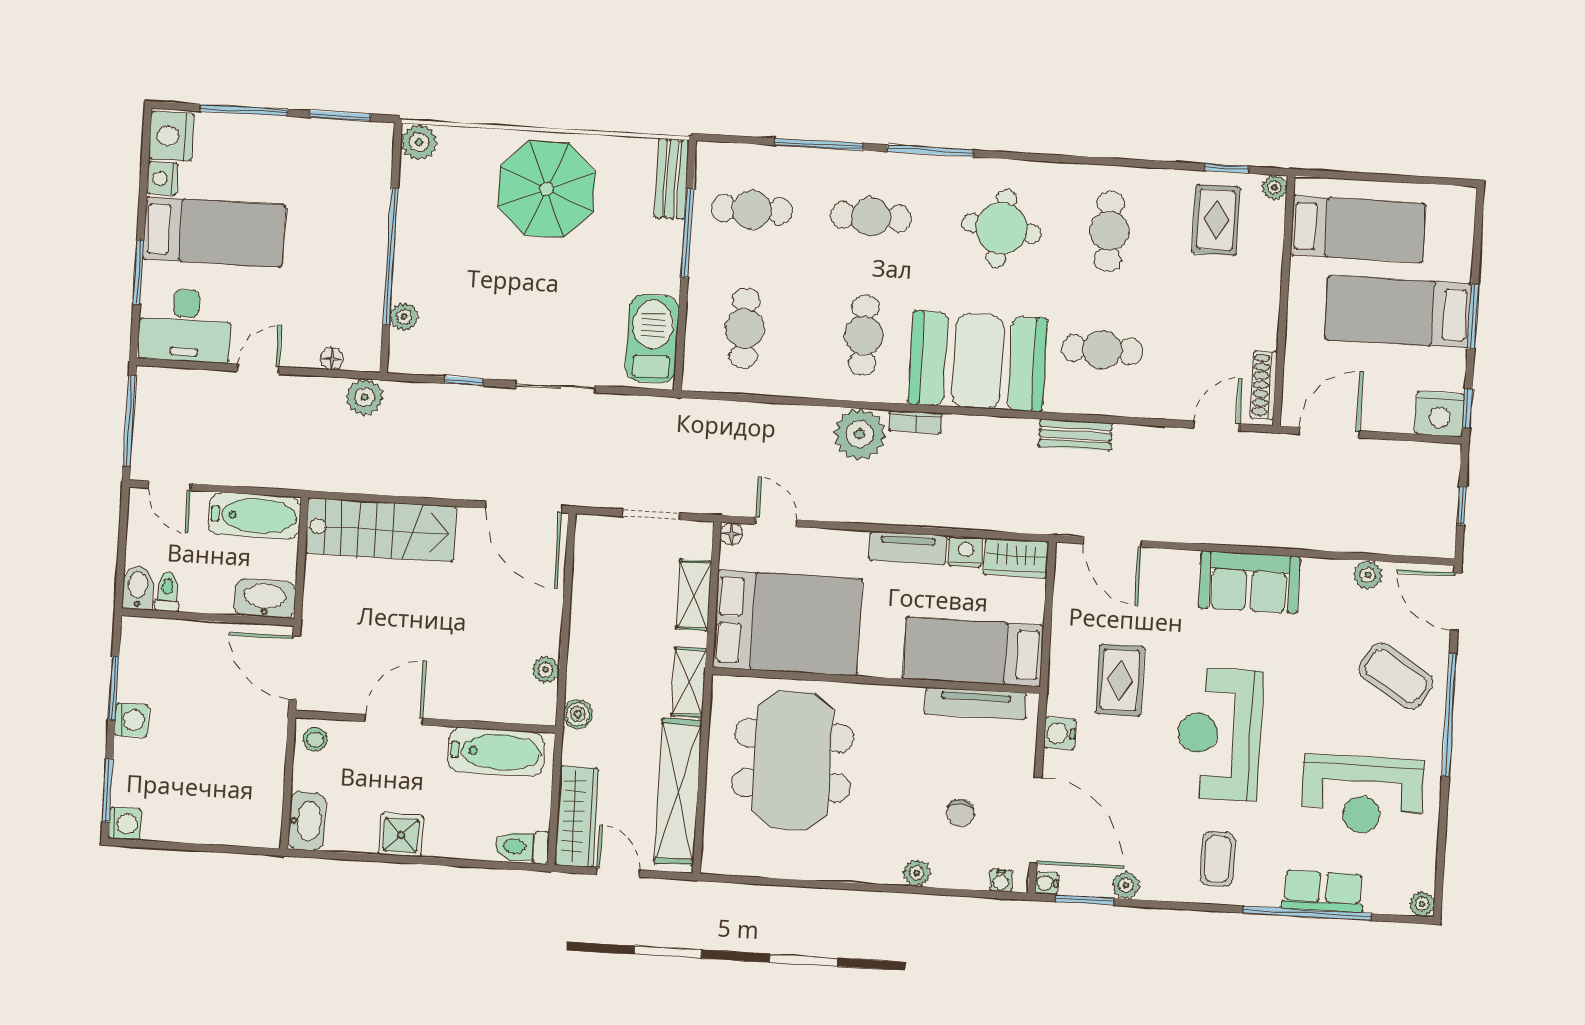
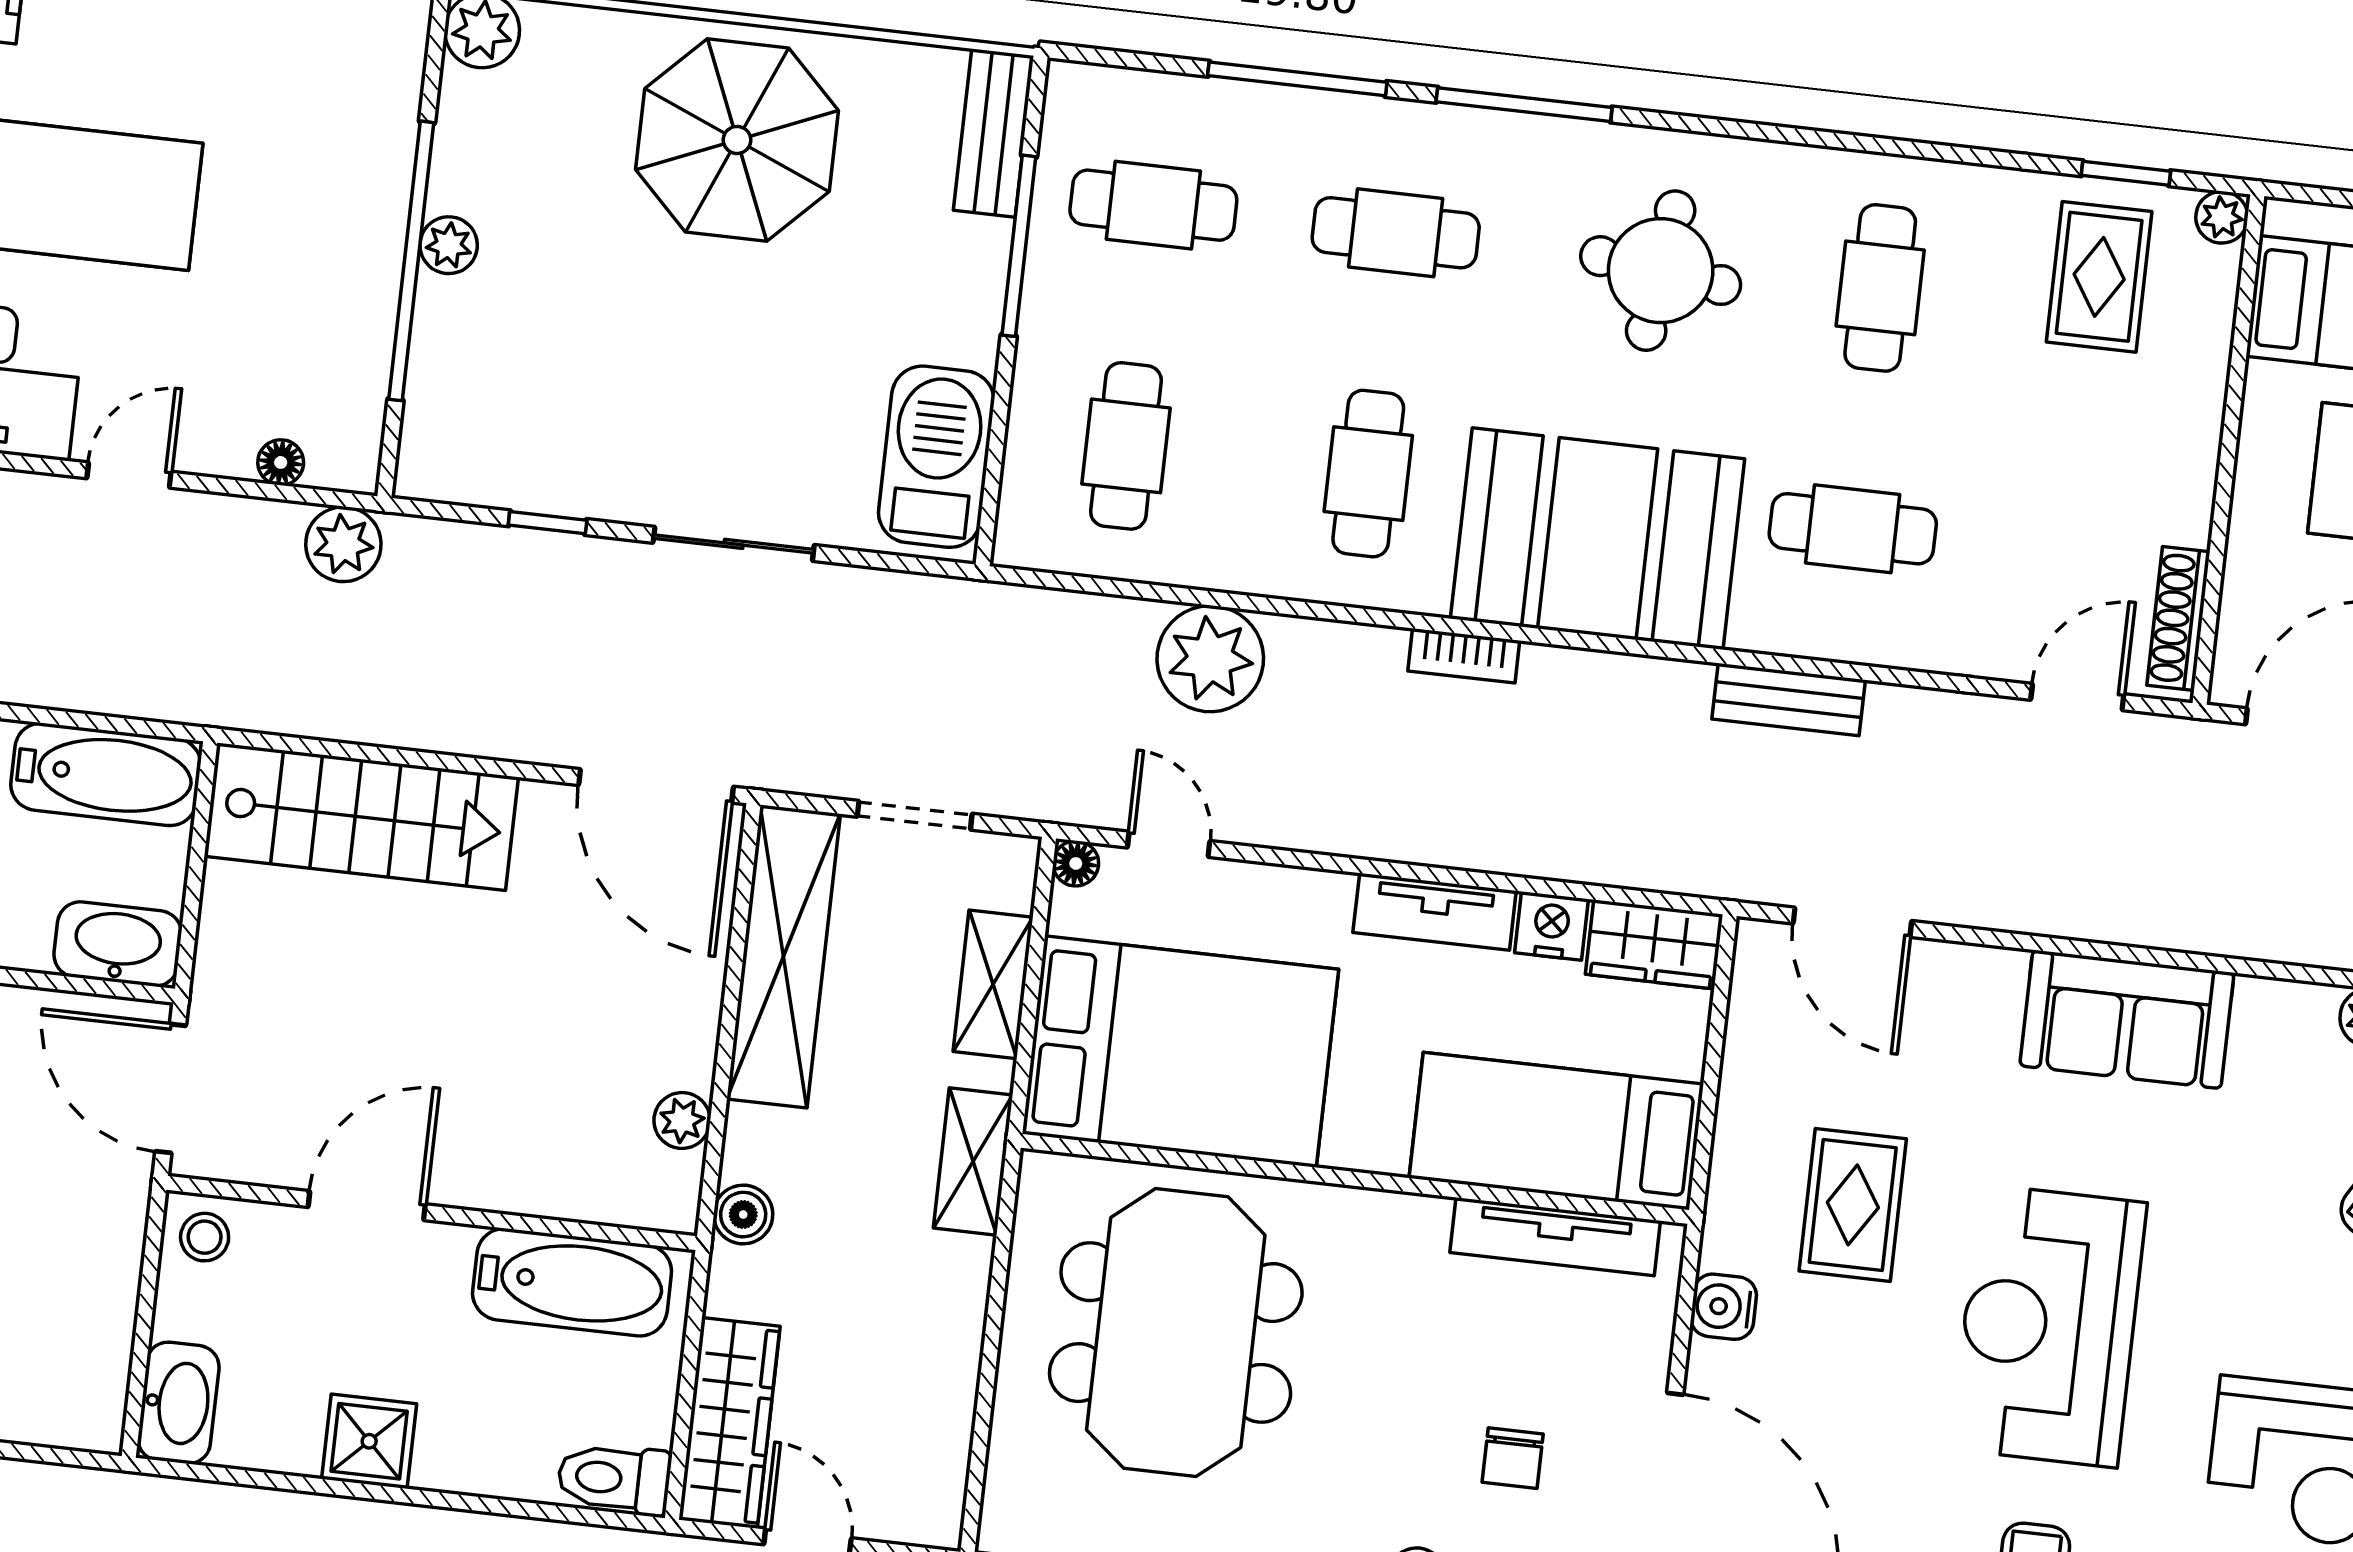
plant: (404, 317) -> (449, 245), moved
plant: (860, 434) -> (1210, 659), moved
shelving: (678, 792) -> (784, 956), moved

